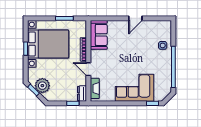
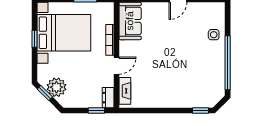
door: (88, 69) -> (117, 66), swing flipped
corner sofa: (134, 88) -> (177, 90), removed

